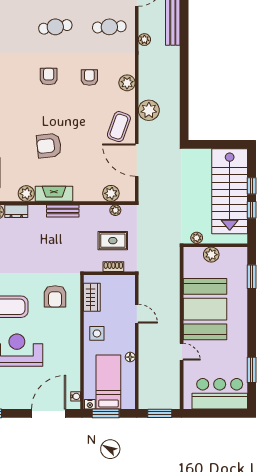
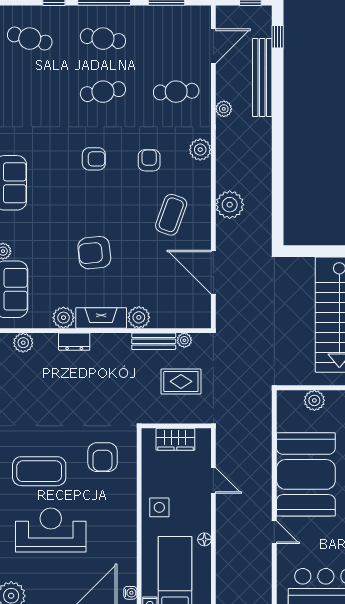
armchair: (49, 76) -> (94, 159), turned 90
plant: (127, 83) -> (200, 150), moved
coffee table: (119, 127) -> (171, 215), moved
plant: (111, 193) -> (139, 317), moved
dresser: (16, 211) -> (74, 342), moved
bench: (63, 211) -> (154, 341), moved
plant: (197, 238) -> (295, 378), removed
shoe rack: (113, 267) -> (182, 417), removed
wardrobe: (92, 297) -> (175, 439), moved, turned 90

